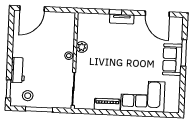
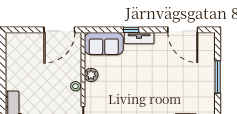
door: (32, 9) -> (59, 30), moved
sofa: (172, 60) -> (104, 44), moved, turned -90

